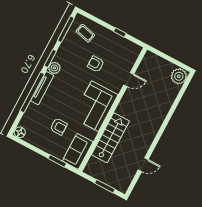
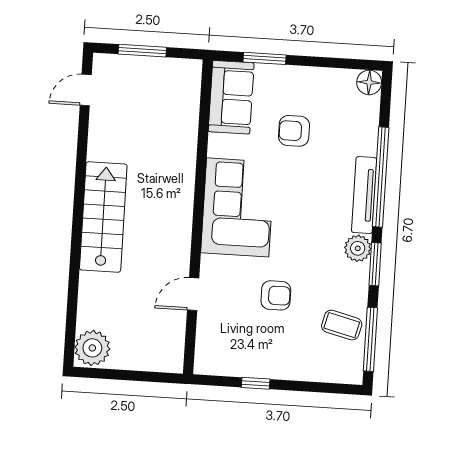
coffee table: (85, 33) -> (342, 325), moved
stairs: (110, 138) -> (103, 217), moved, turned 180
door: (143, 165) -> (86, 90), moved

